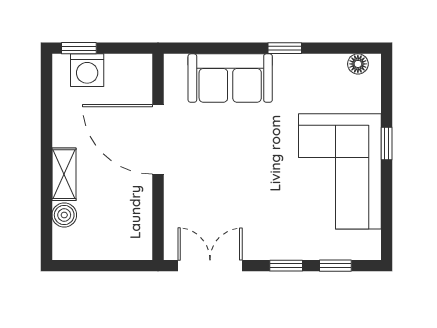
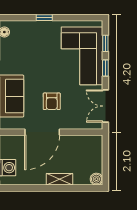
armchair: (220, 159) -> (52, 101), added
corner sofa: (340, 171) -> (82, 56), moved, turned 90
boiler: (64, 215) -> (96, 179), moved

